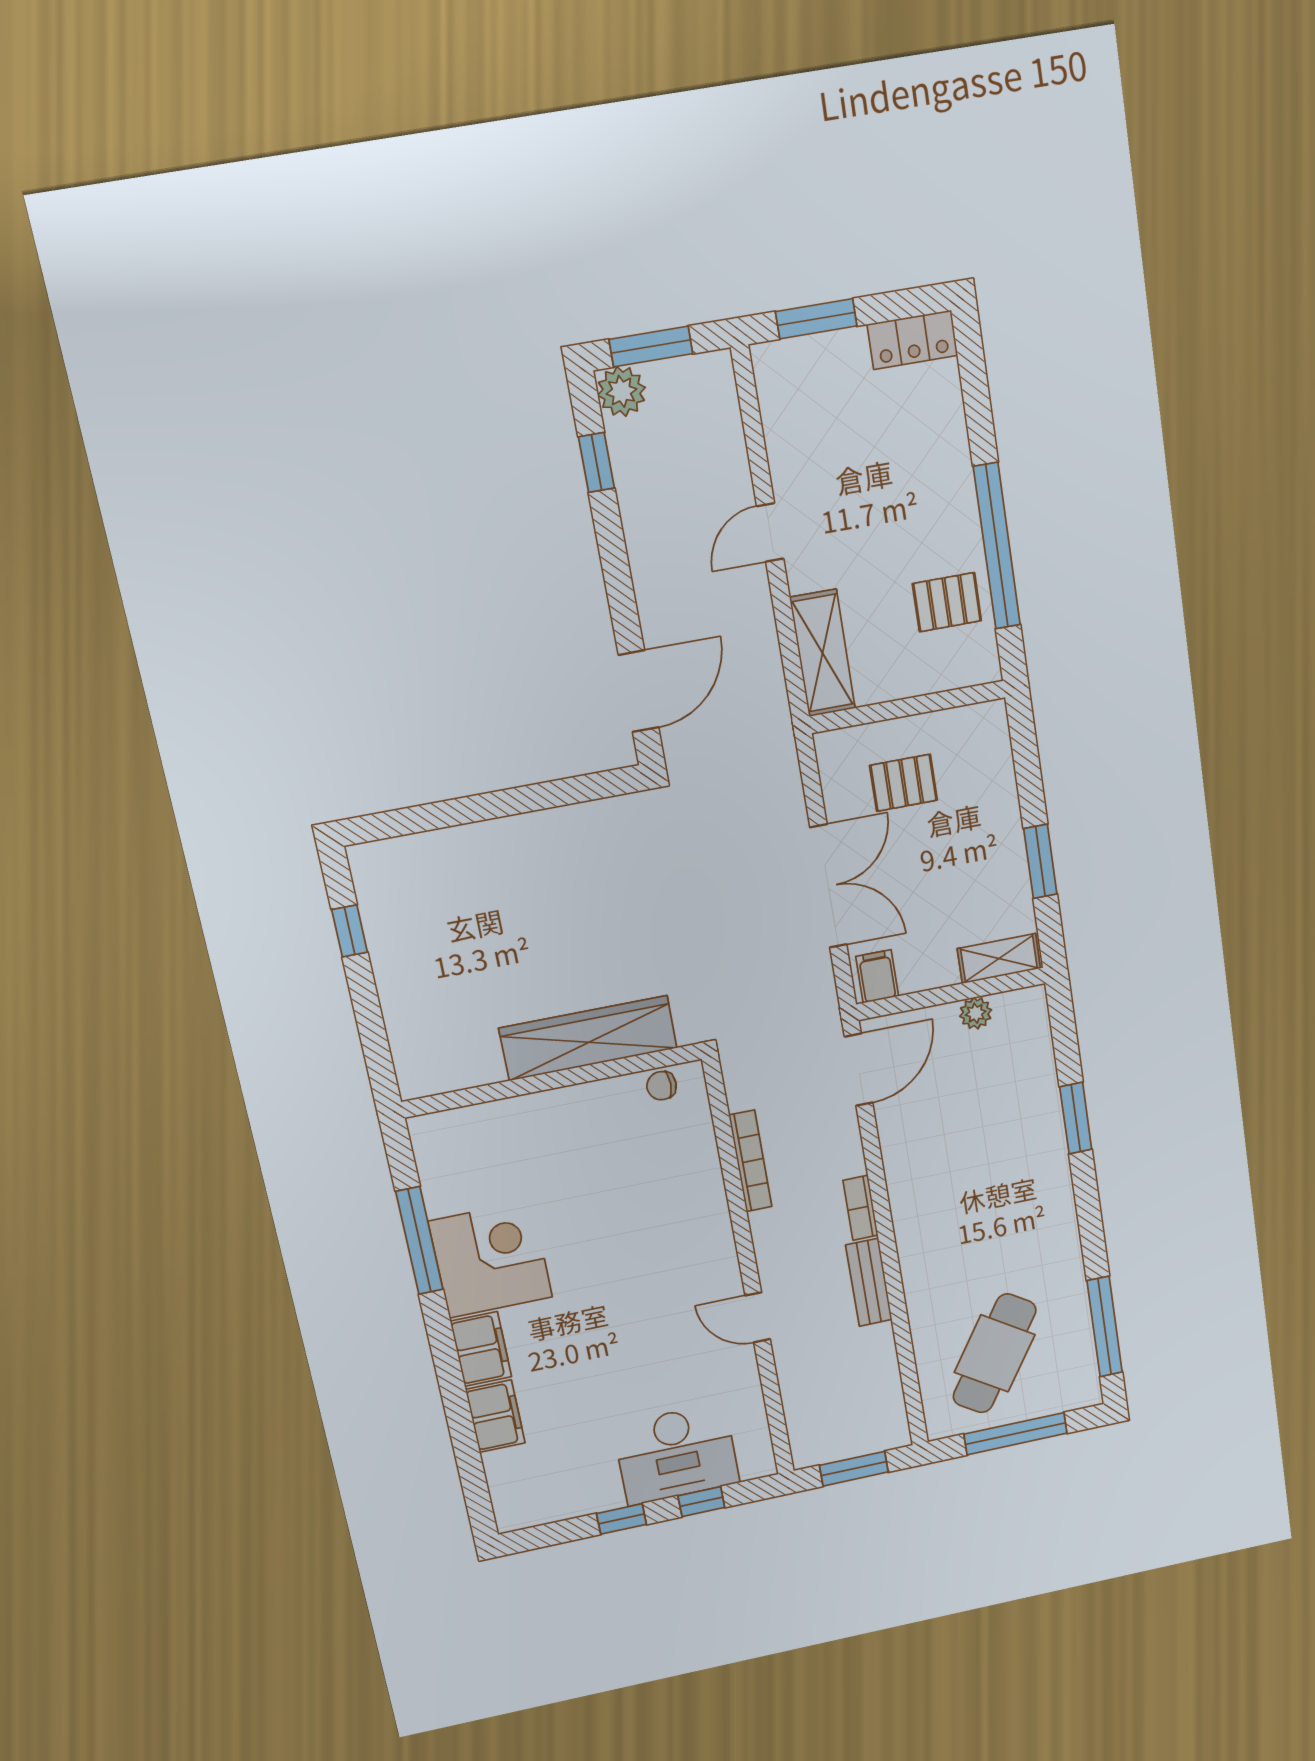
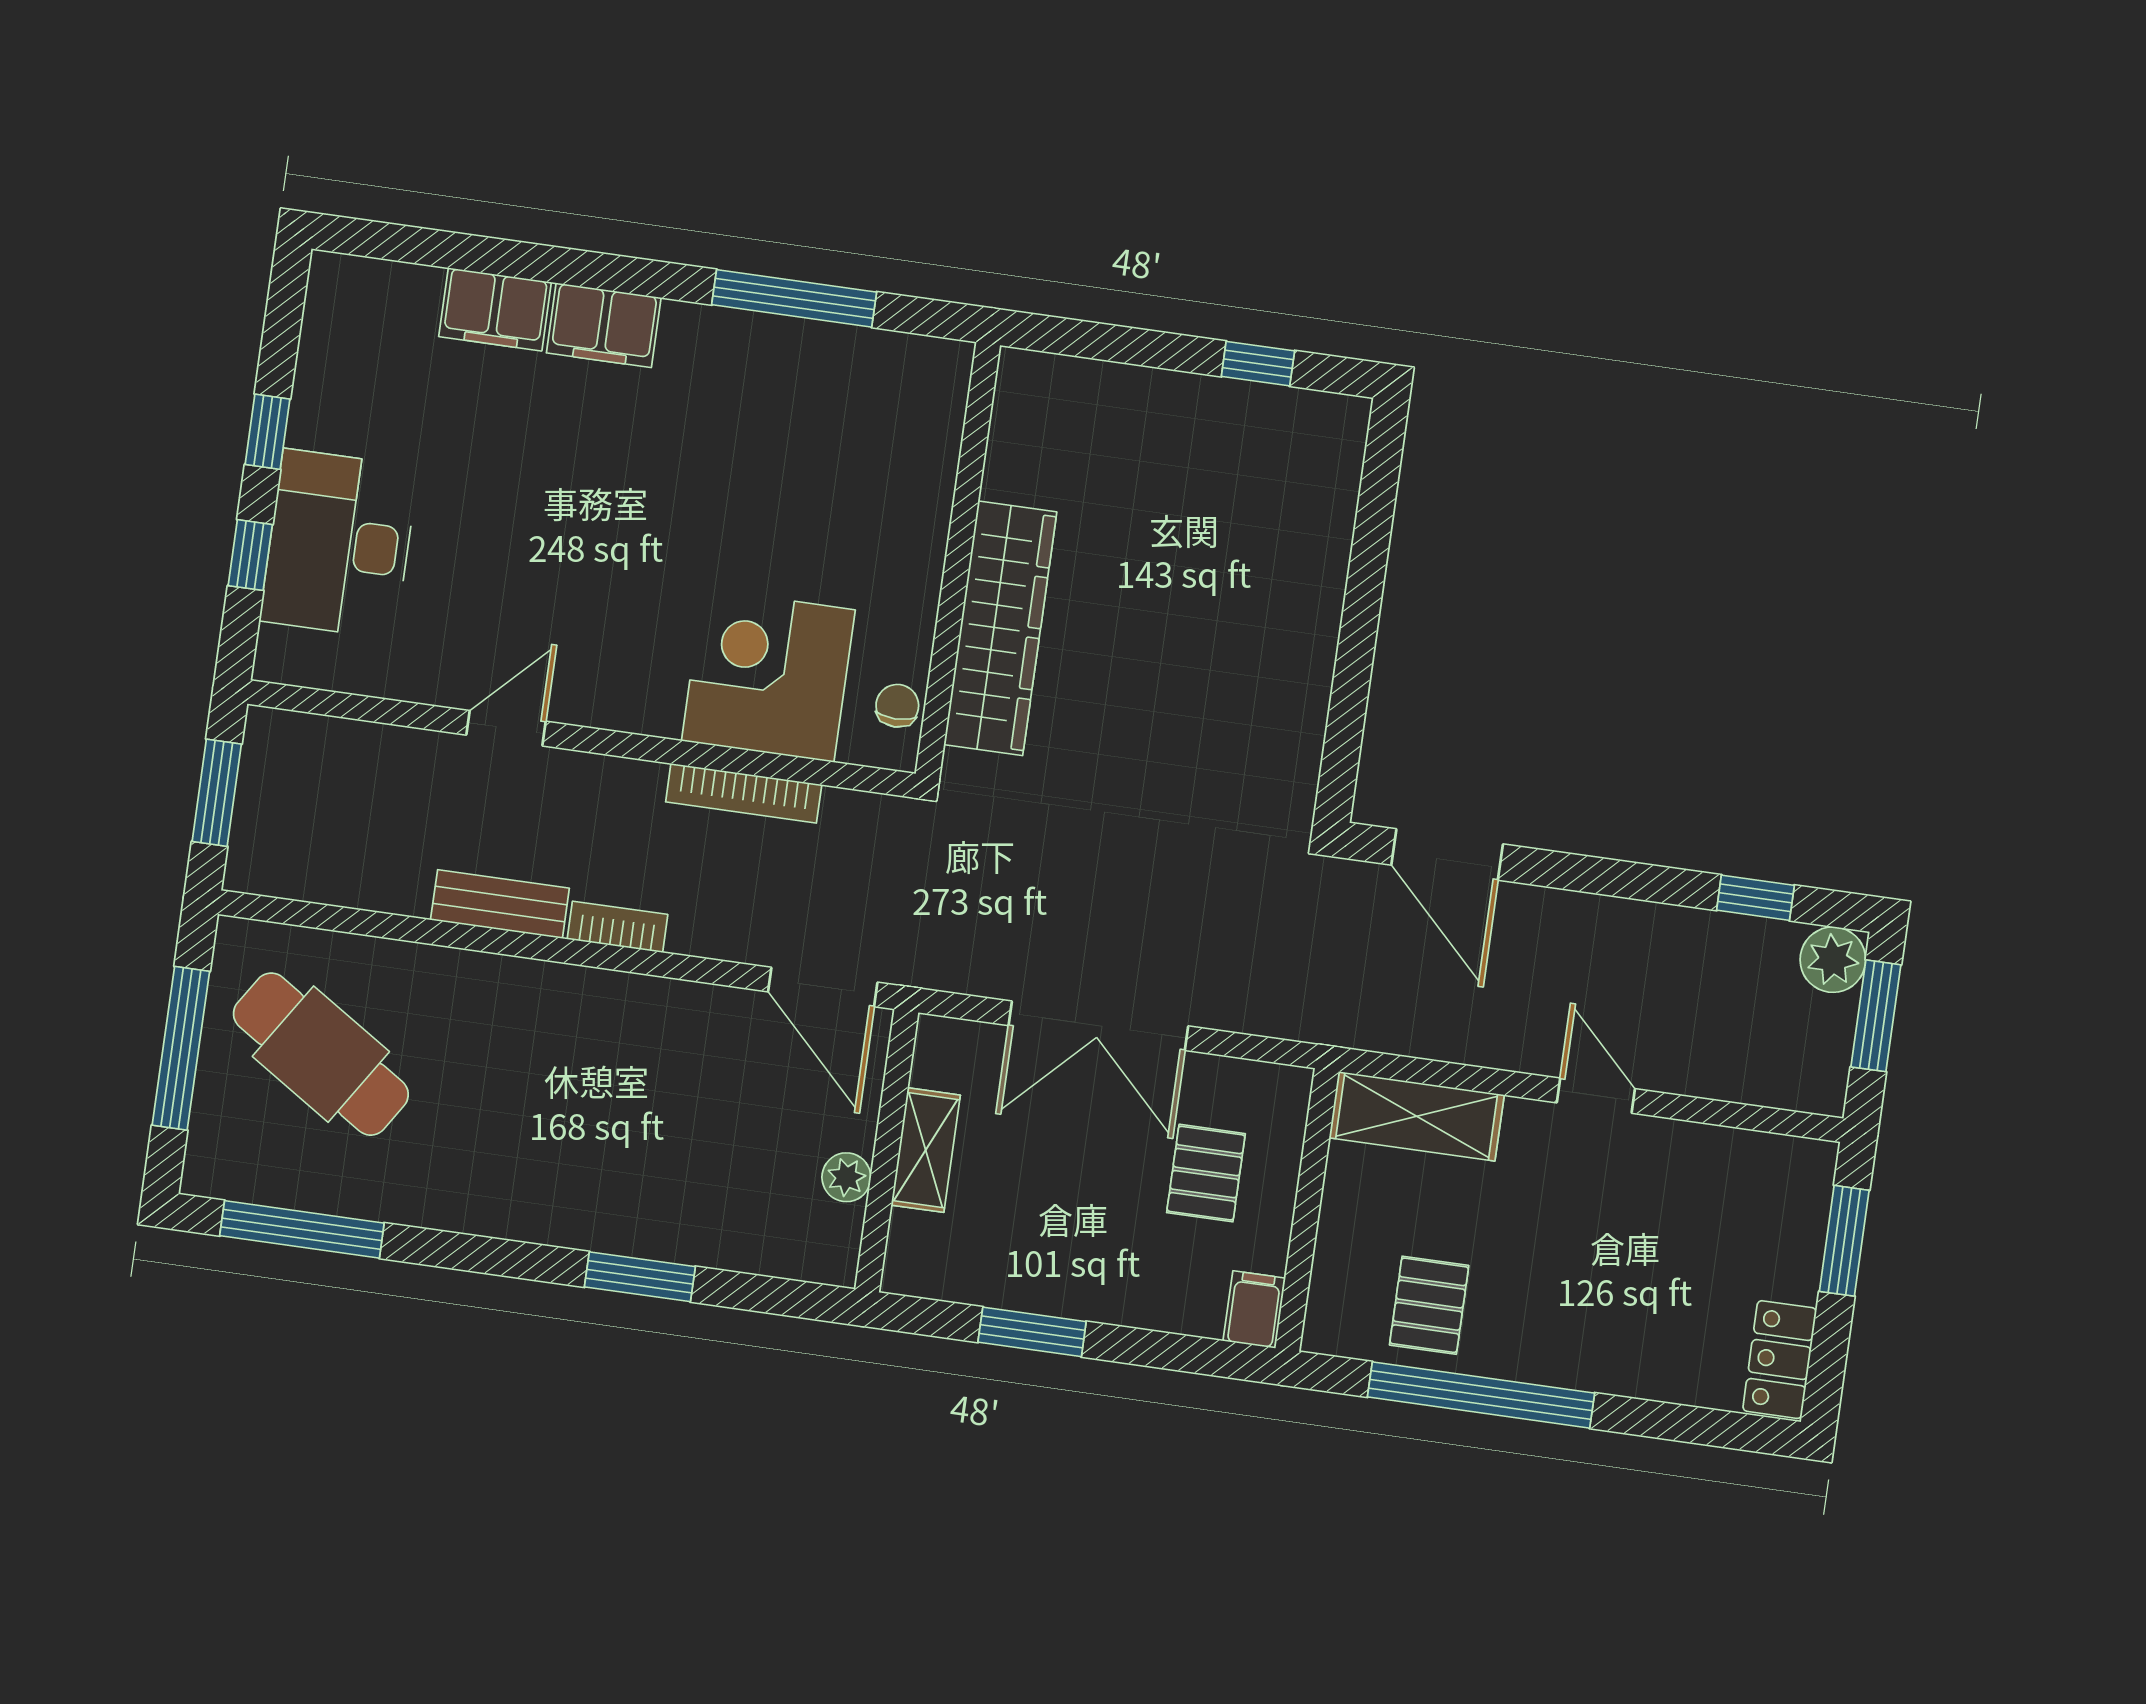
shelving: (999, 958) -> (926, 1150), moved
filing cabinet: (877, 976) -> (1254, 1309), moved, turned -90
corner desk: (491, 1259) -> (768, 675), moved, turned 180

